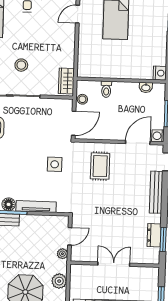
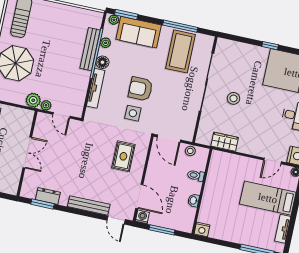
door: (77, 14) -> (273, 161), swing flipped
wardrobe: (66, 81) -> (225, 142), moved
washbasin: (146, 87) -> (194, 200), moved
armchair: (29, 161) -> (141, 89), added
rug: (100, 166) -> (123, 156), turned 90
plant: (59, 281) -> (33, 100), moved

